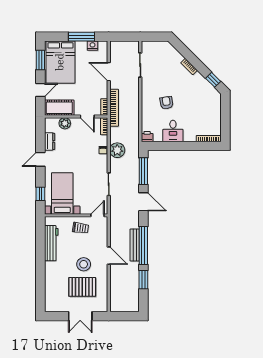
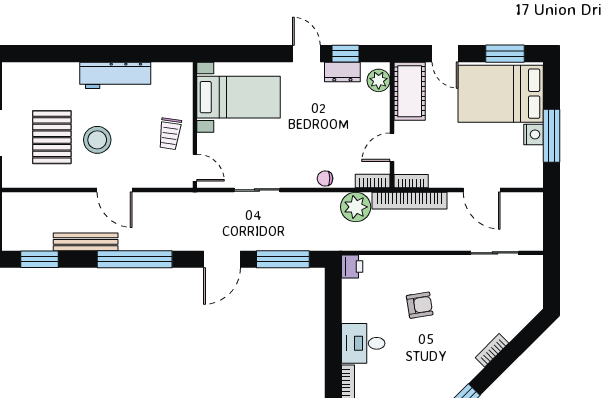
nightstand: (93, 46) -> (533, 134), moved
door: (109, 72) -> (482, 190), swing flipped
plant: (65, 123) -> (379, 80), moved
desk: (173, 131) -> (363, 343), moved
plant: (117, 150) -> (356, 207), moved
window: (40, 194) -> (345, 54), moved
workbench: (51, 243) -> (115, 75), moved
bench: (135, 245) -> (86, 242), moved
door: (109, 256) -> (114, 190), hinge flipped
window: (143, 280) -> (40, 259), moved

